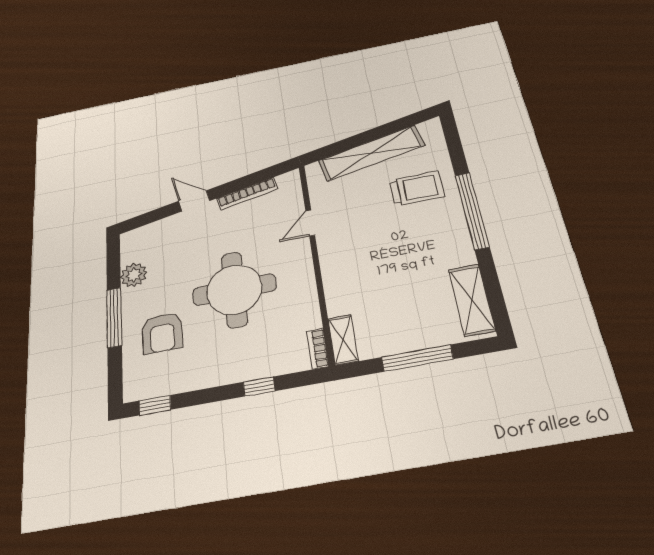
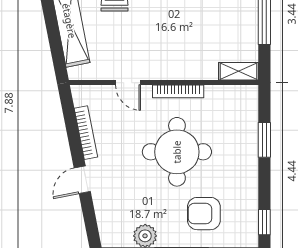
armchair: (162, 333) -> (204, 214), turned 180
bookcase: (318, 349) -> (178, 91), moved, width x1.56
window: (259, 386) -> (264, 140), width x1.50

